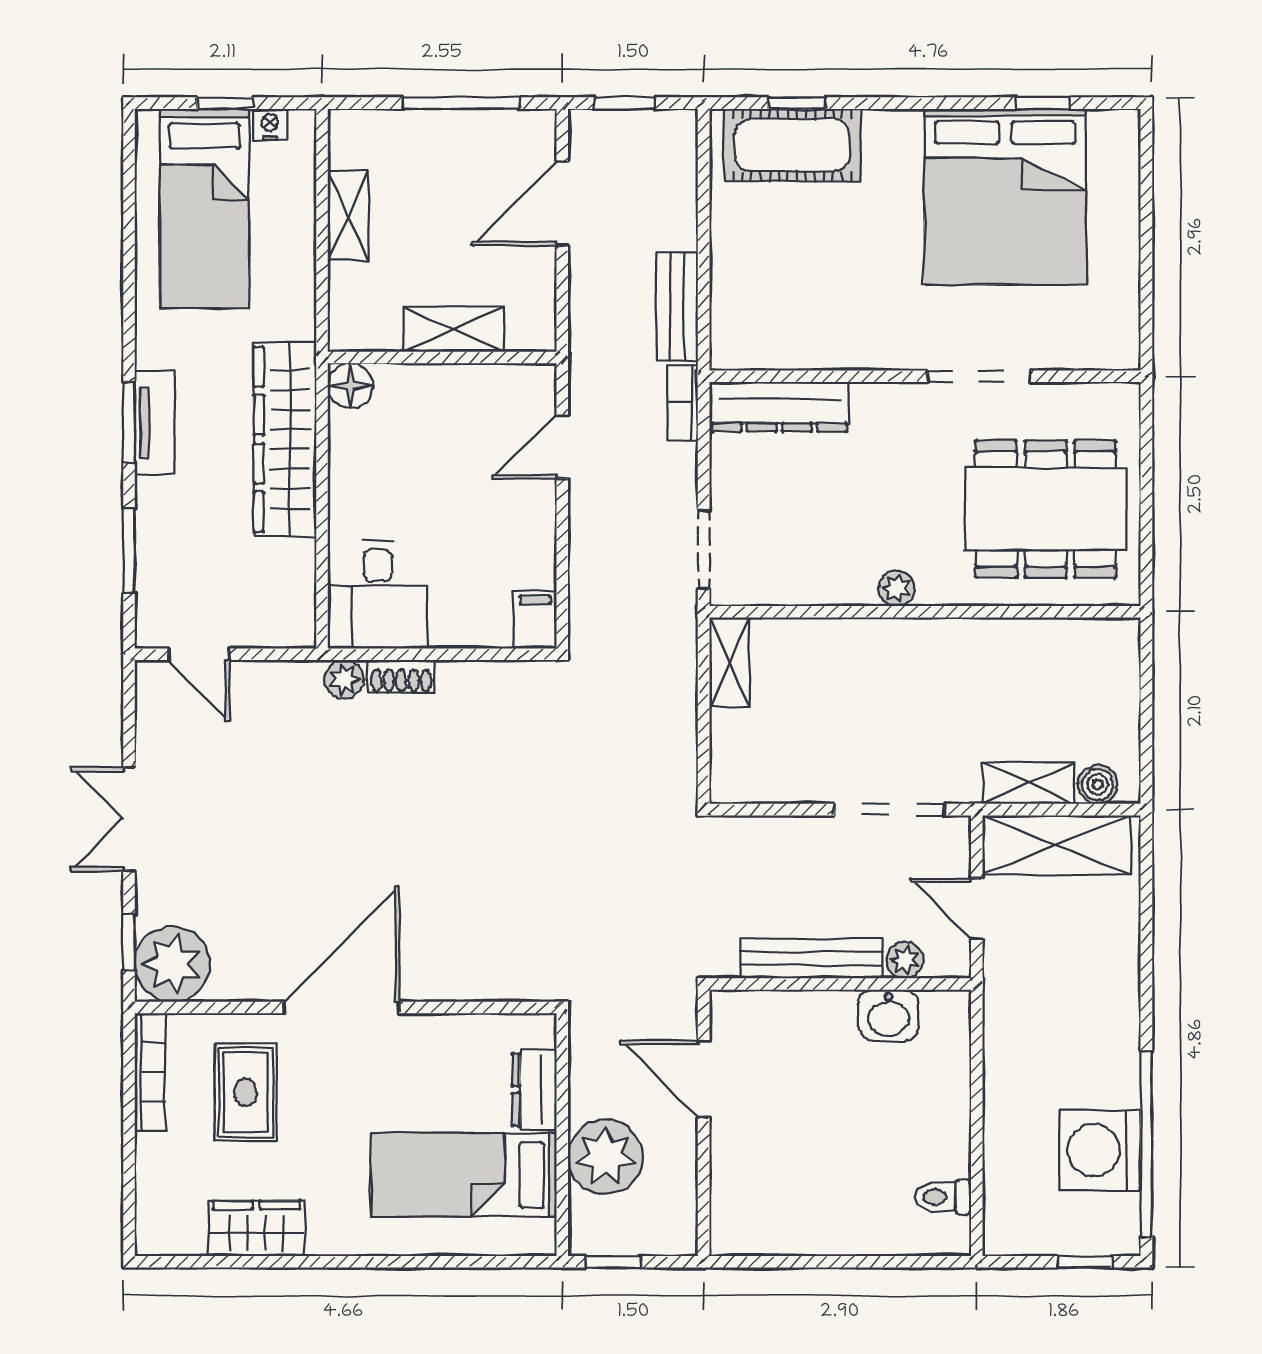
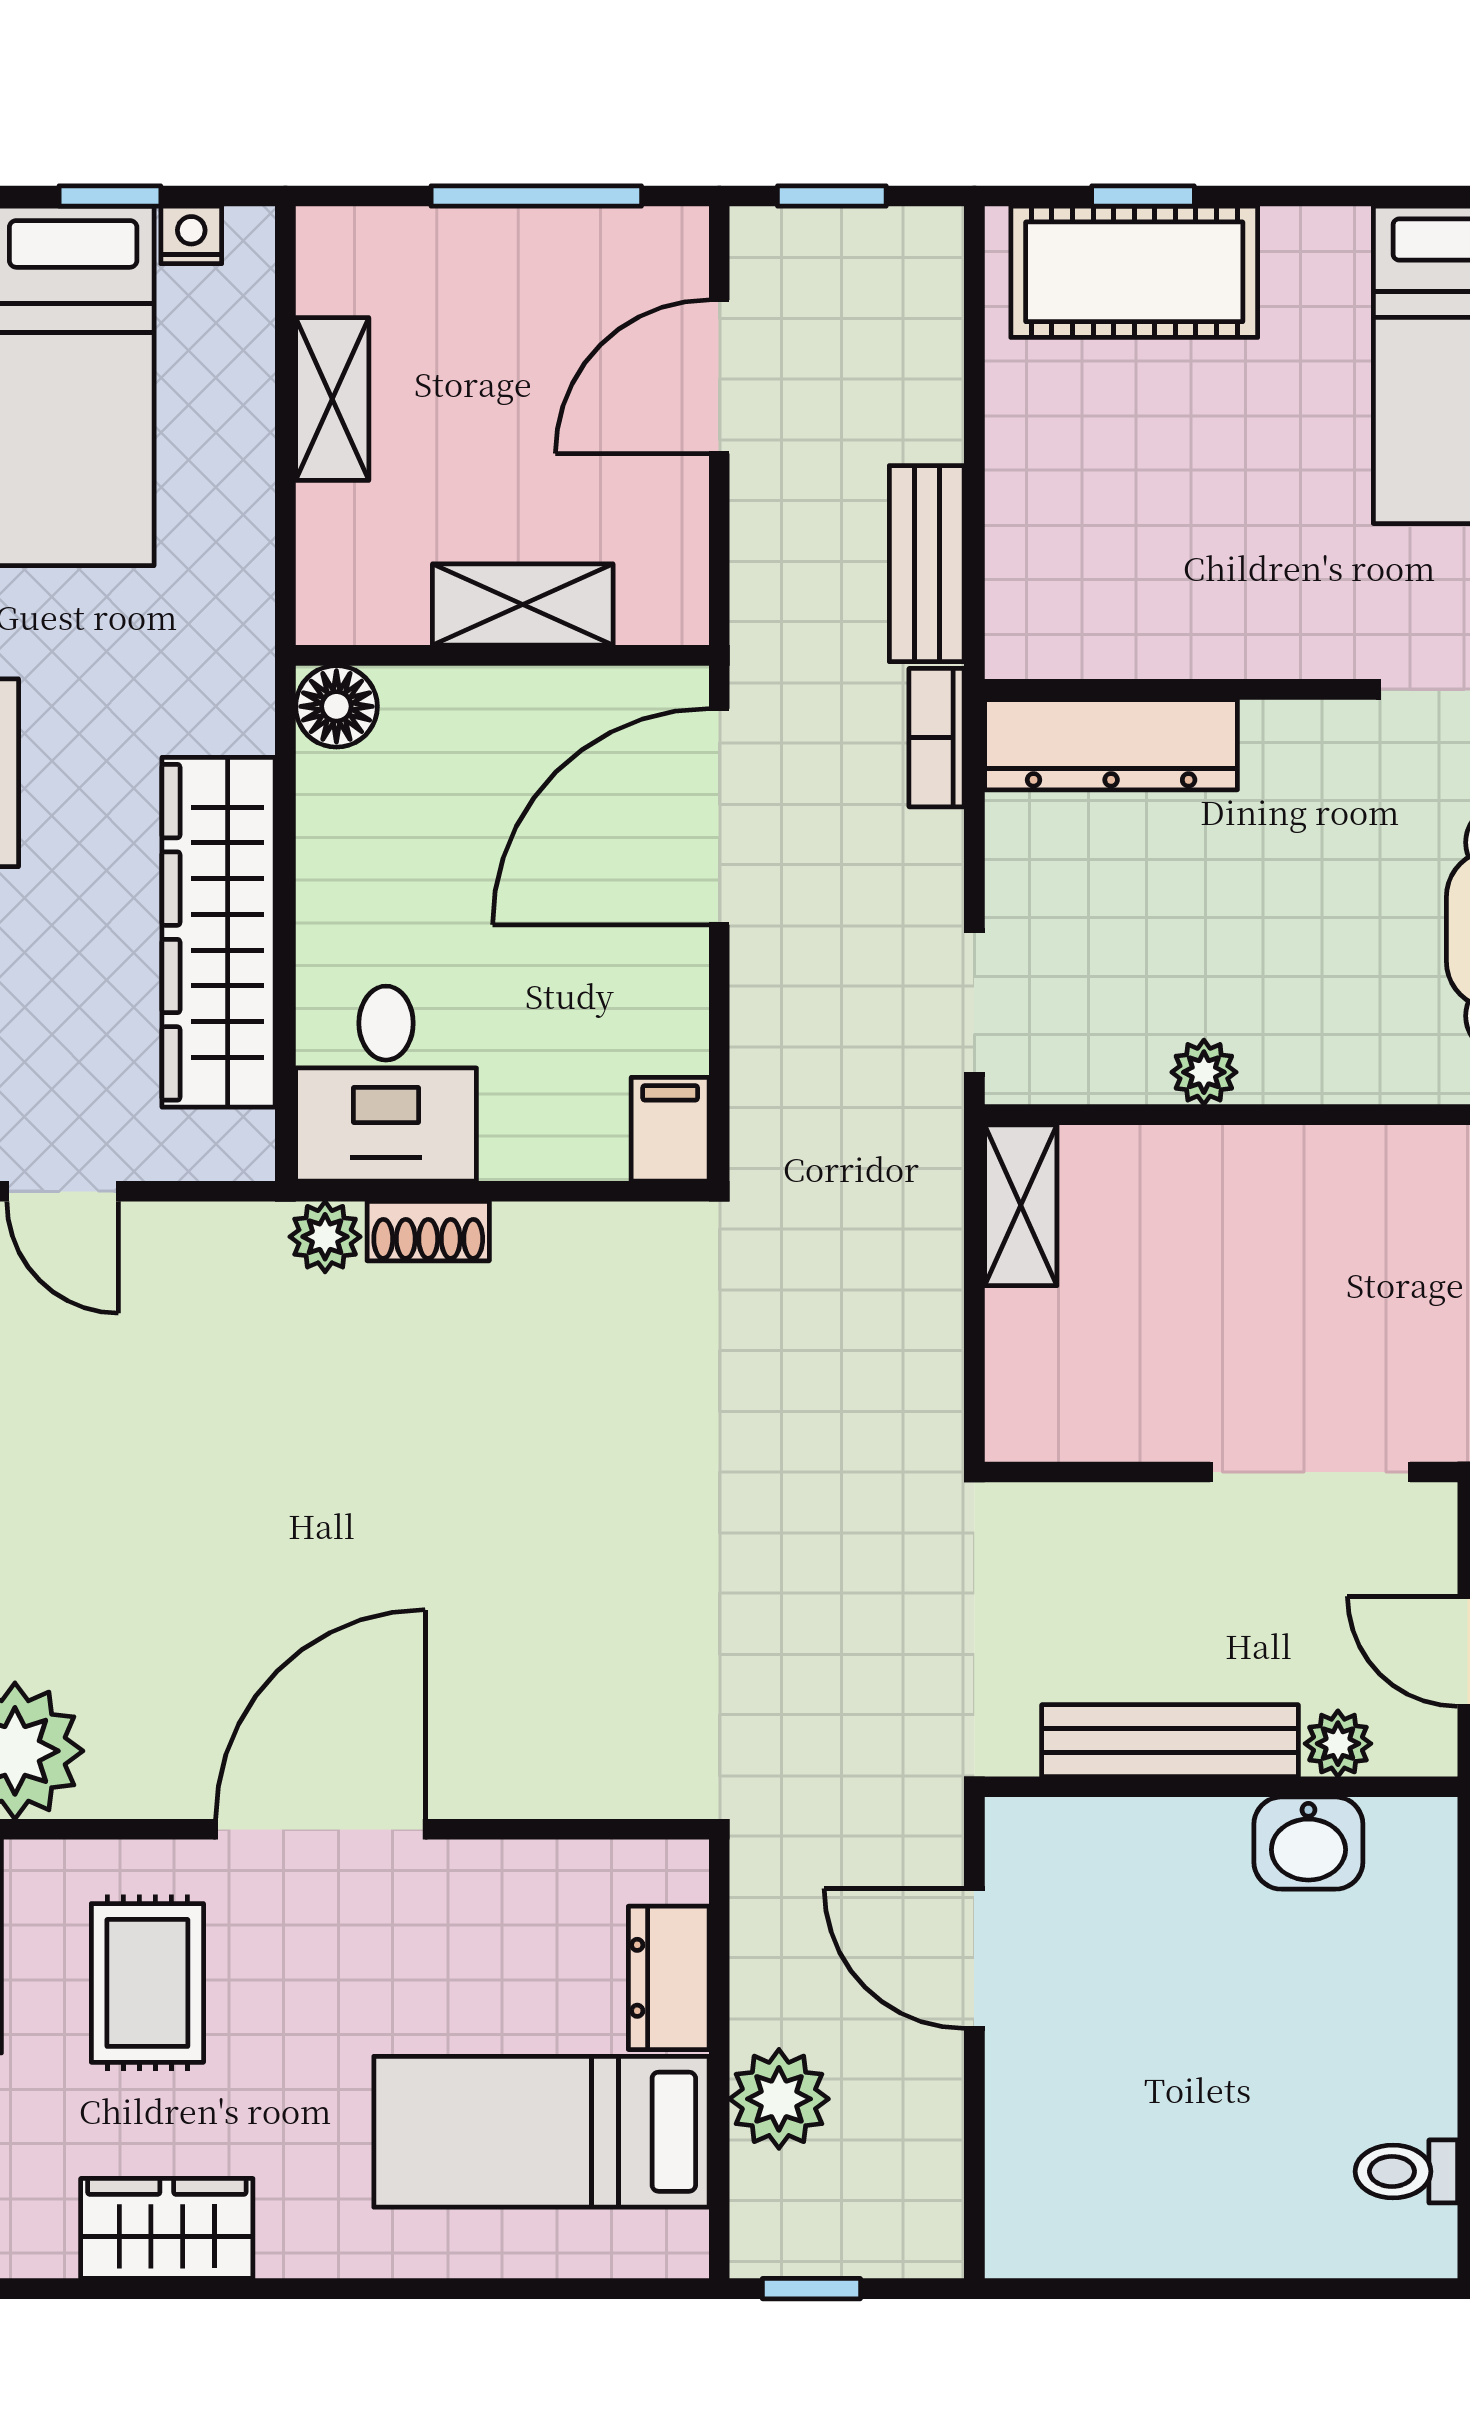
wardrobe: (285, 439) -> (219, 932), moved
door: (562, 447) -> (719, 817), width x1.88
plant: (897, 588) -> (1204, 1072), moved
plant: (605, 1157) -> (779, 2099), width x0.73, depth x0.73

